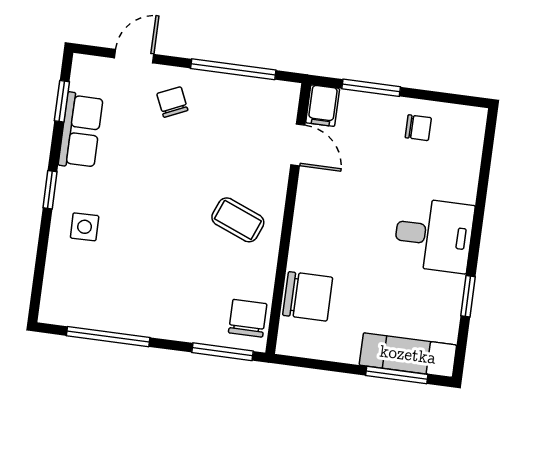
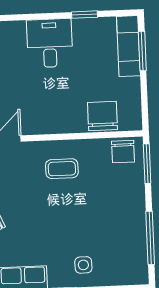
coffee table: (238, 220) -> (62, 169), turned 68
chair: (248, 318) -> (123, 152), turned -90

